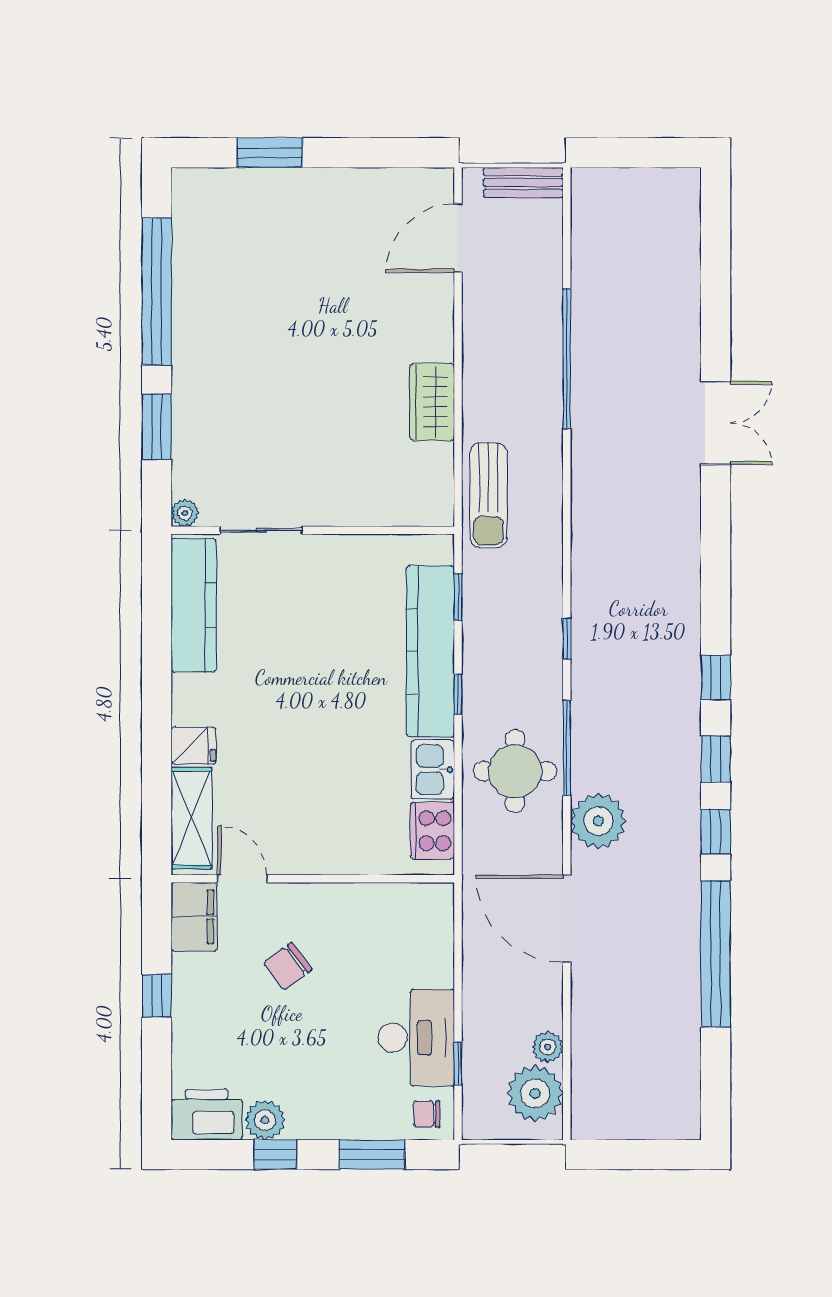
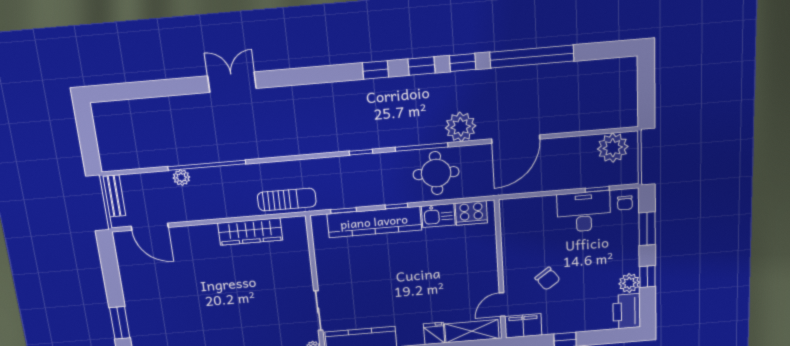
wardrobe: (432, 402) -> (250, 232), width x1.50
plant: (548, 1047) -> (181, 177), moved

